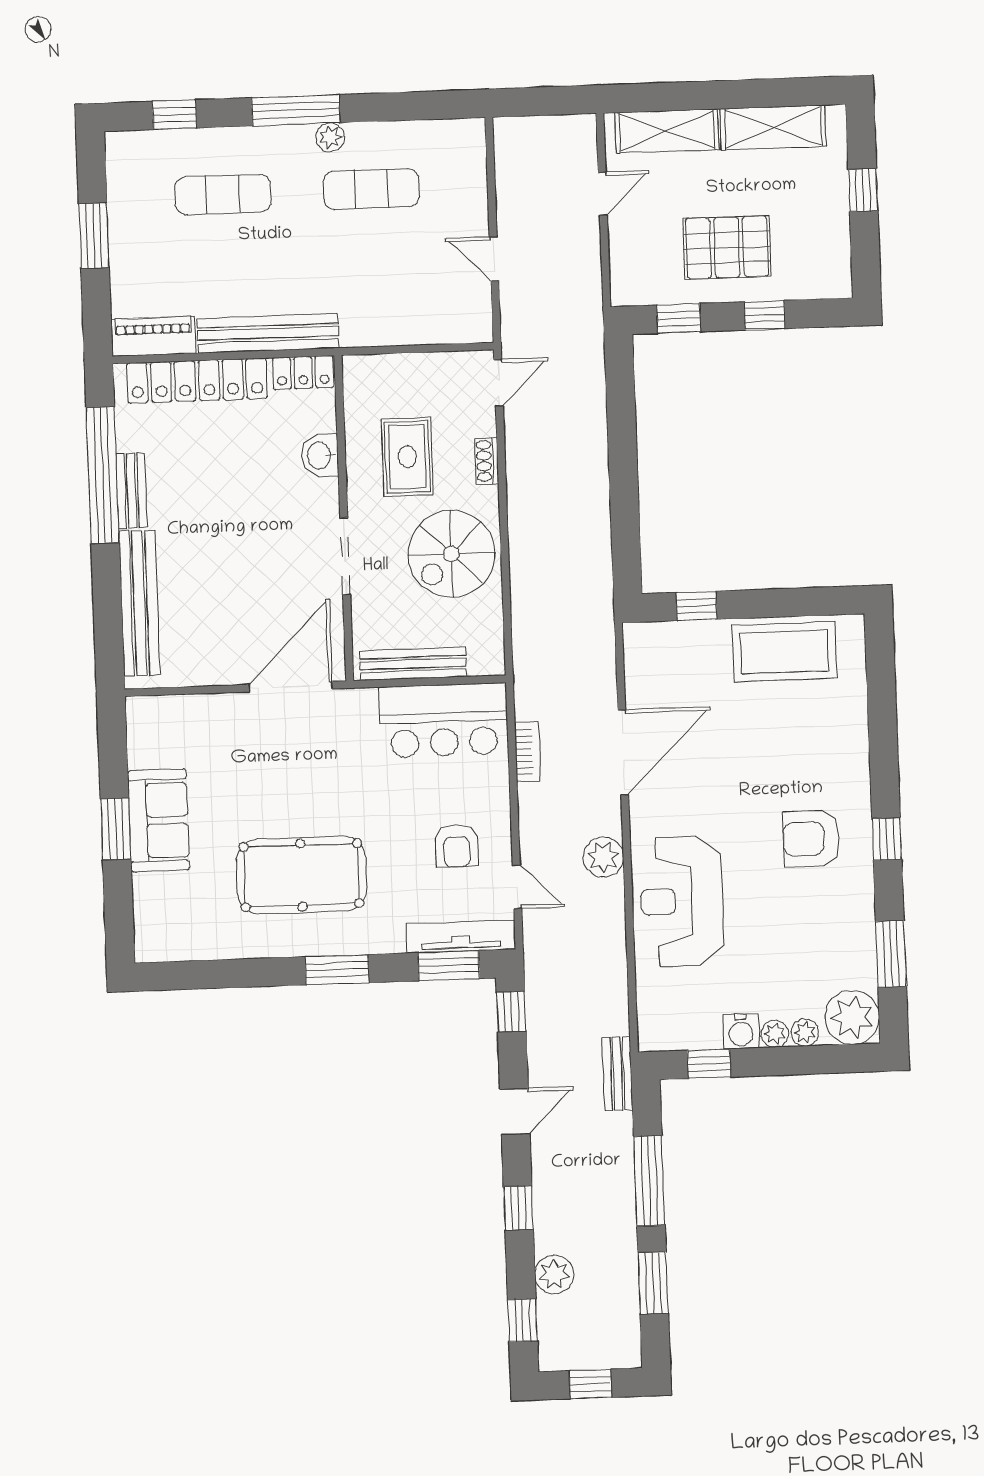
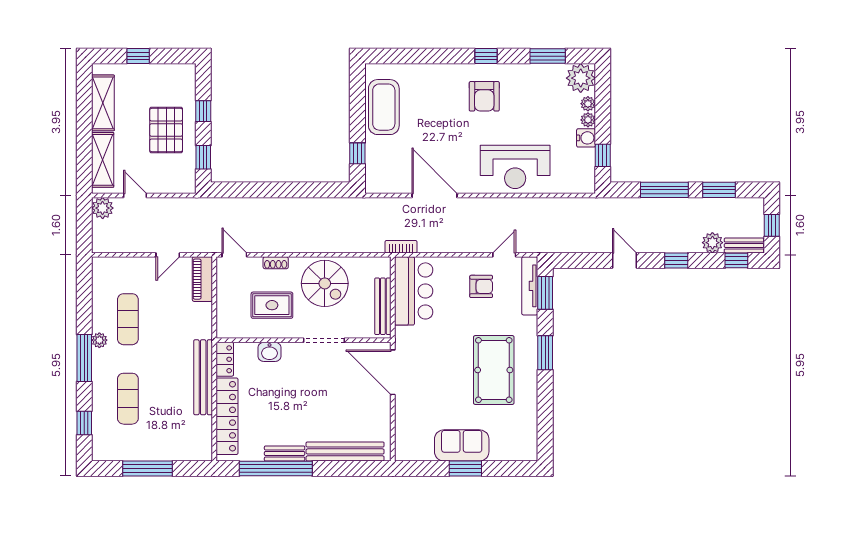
window: (94, 236) -> (147, 469), width x1.44
piano: (153, 336) -> (202, 279), moved
bookcase: (527, 752) -> (401, 247), moved
plant: (603, 857) -> (103, 208), moved
window: (511, 1012) -> (571, 260), removed
bench: (617, 1074) -> (744, 245), moved

